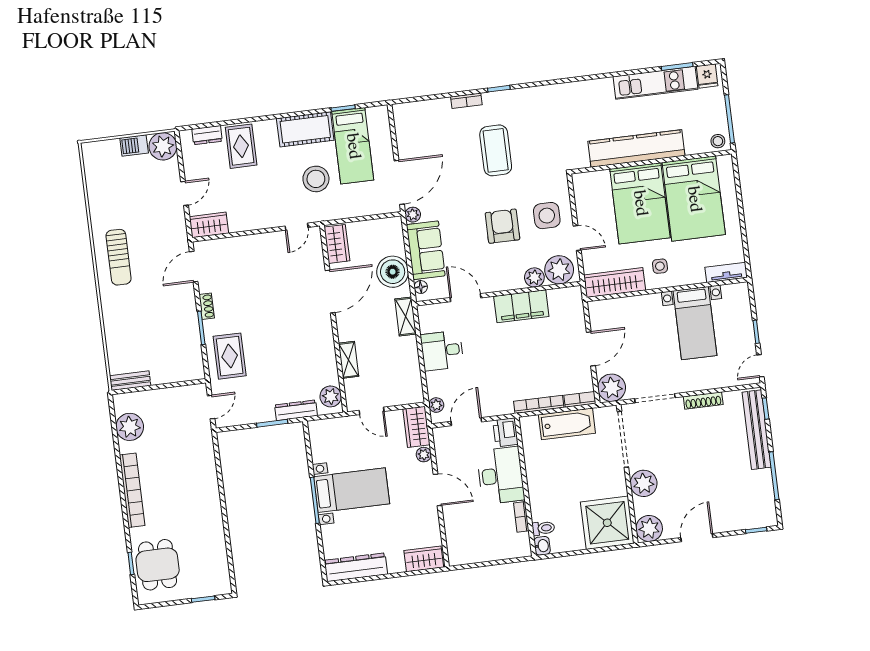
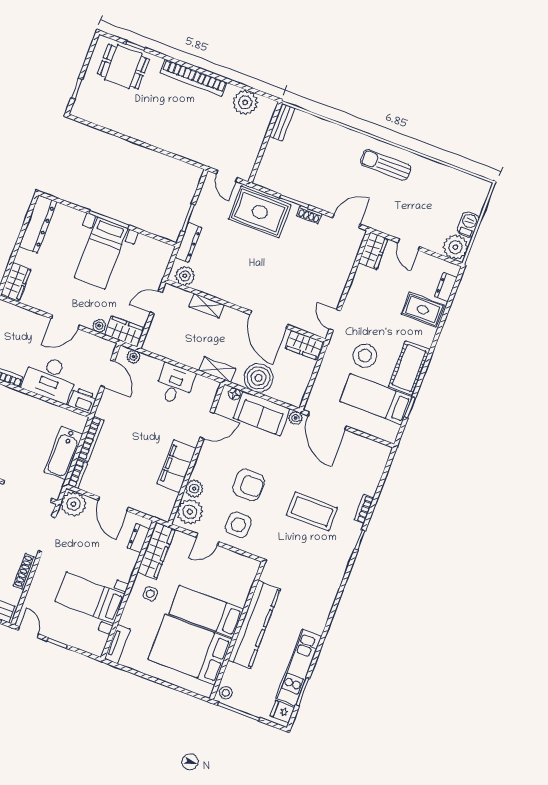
bed: (640, 203) -> (206, 612), width x0.67
door: (194, 267) -> (346, 221), hinge flipped
dresser: (612, 306) -> (138, 538), added
rug: (230, 356) -> (260, 212), width x1.36, depth x1.43

